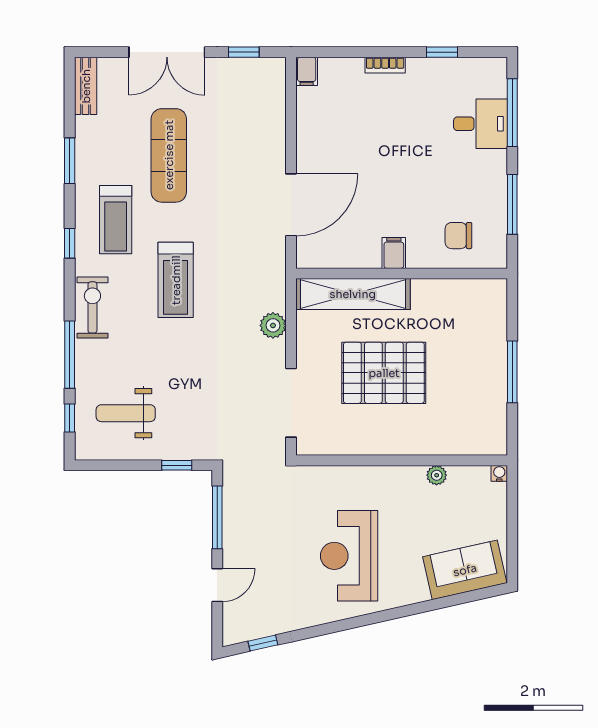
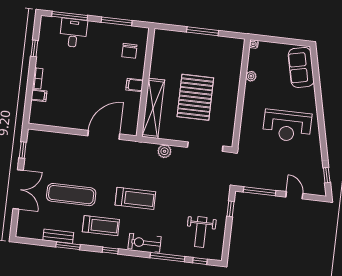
filing cabinet: (307, 71) -> (39, 95), moved
bench: (86, 86) -> (58, 236), moved
door: (291, 205) -> (104, 135), hinge flipped

